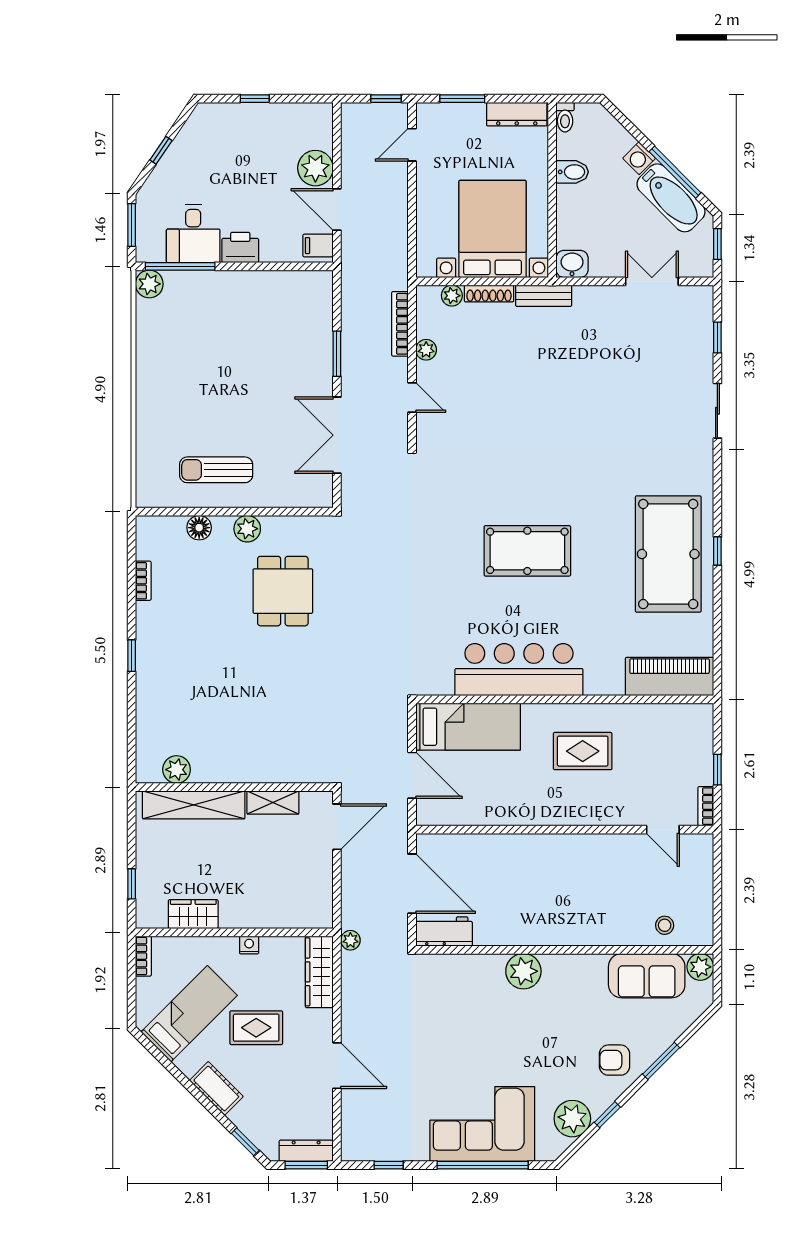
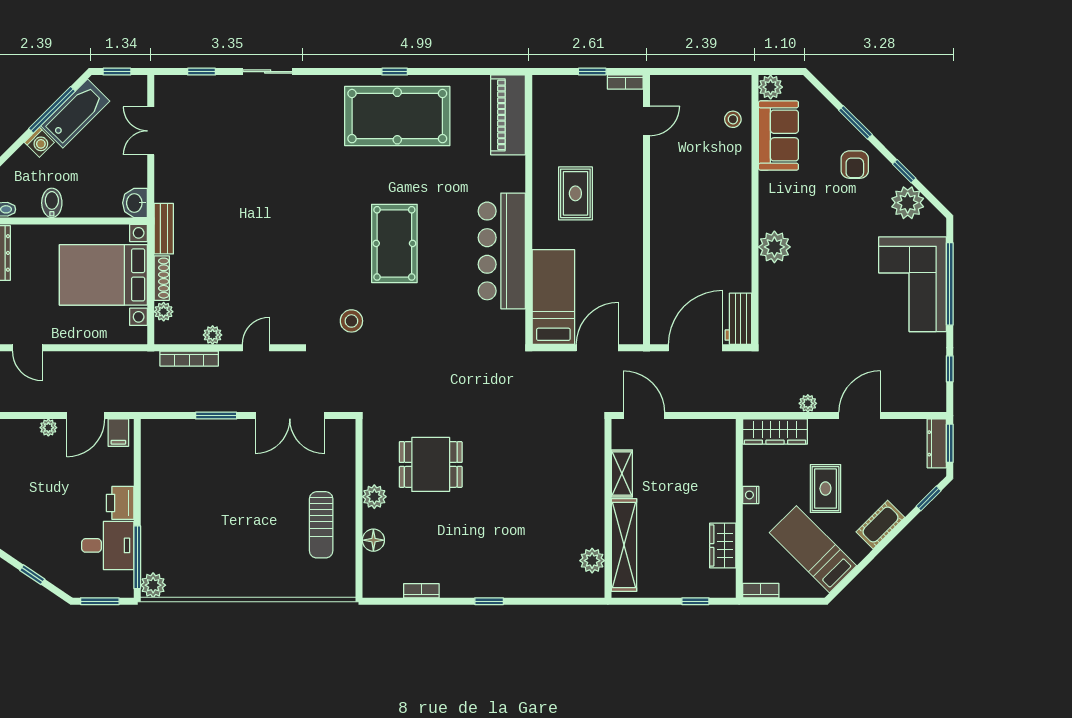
plant: (315, 168) -> (48, 428), width x0.53, depth x0.53
stool: (442, 503) -> (351, 321), added
plant: (350, 940) -> (808, 403), moved

